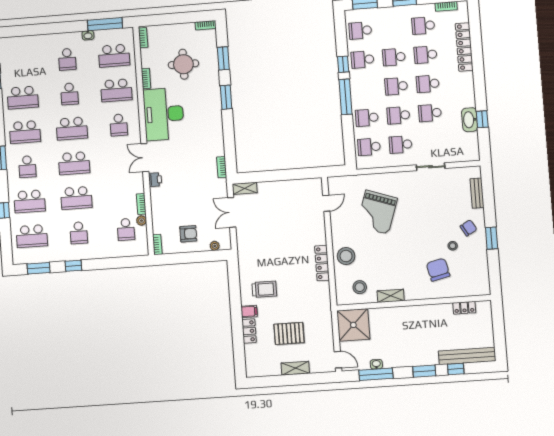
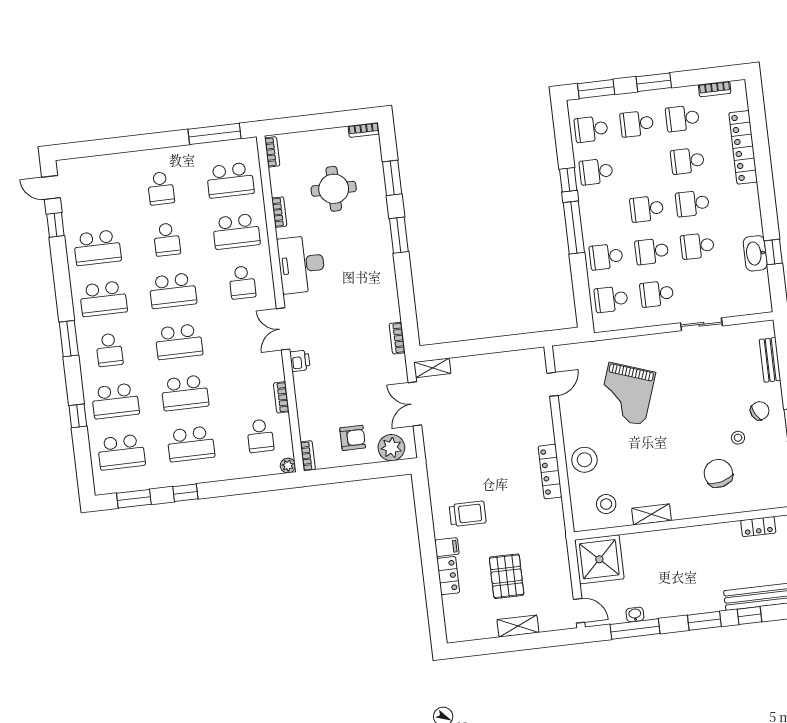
washbasin: (88, 35) -> (190, 151), removed
school desk: (394, 57) -> (637, 124), moved
desk: (164, 114) -> (301, 264), width x0.73, depth x0.77
plant: (141, 221) -> (288, 466), moved
school desk: (79, 233) -> (191, 444), width x1.85
plant: (215, 246) -> (391, 448), width x1.87, depth x1.87
pallet: (289, 333) -> (507, 576), turned 90

